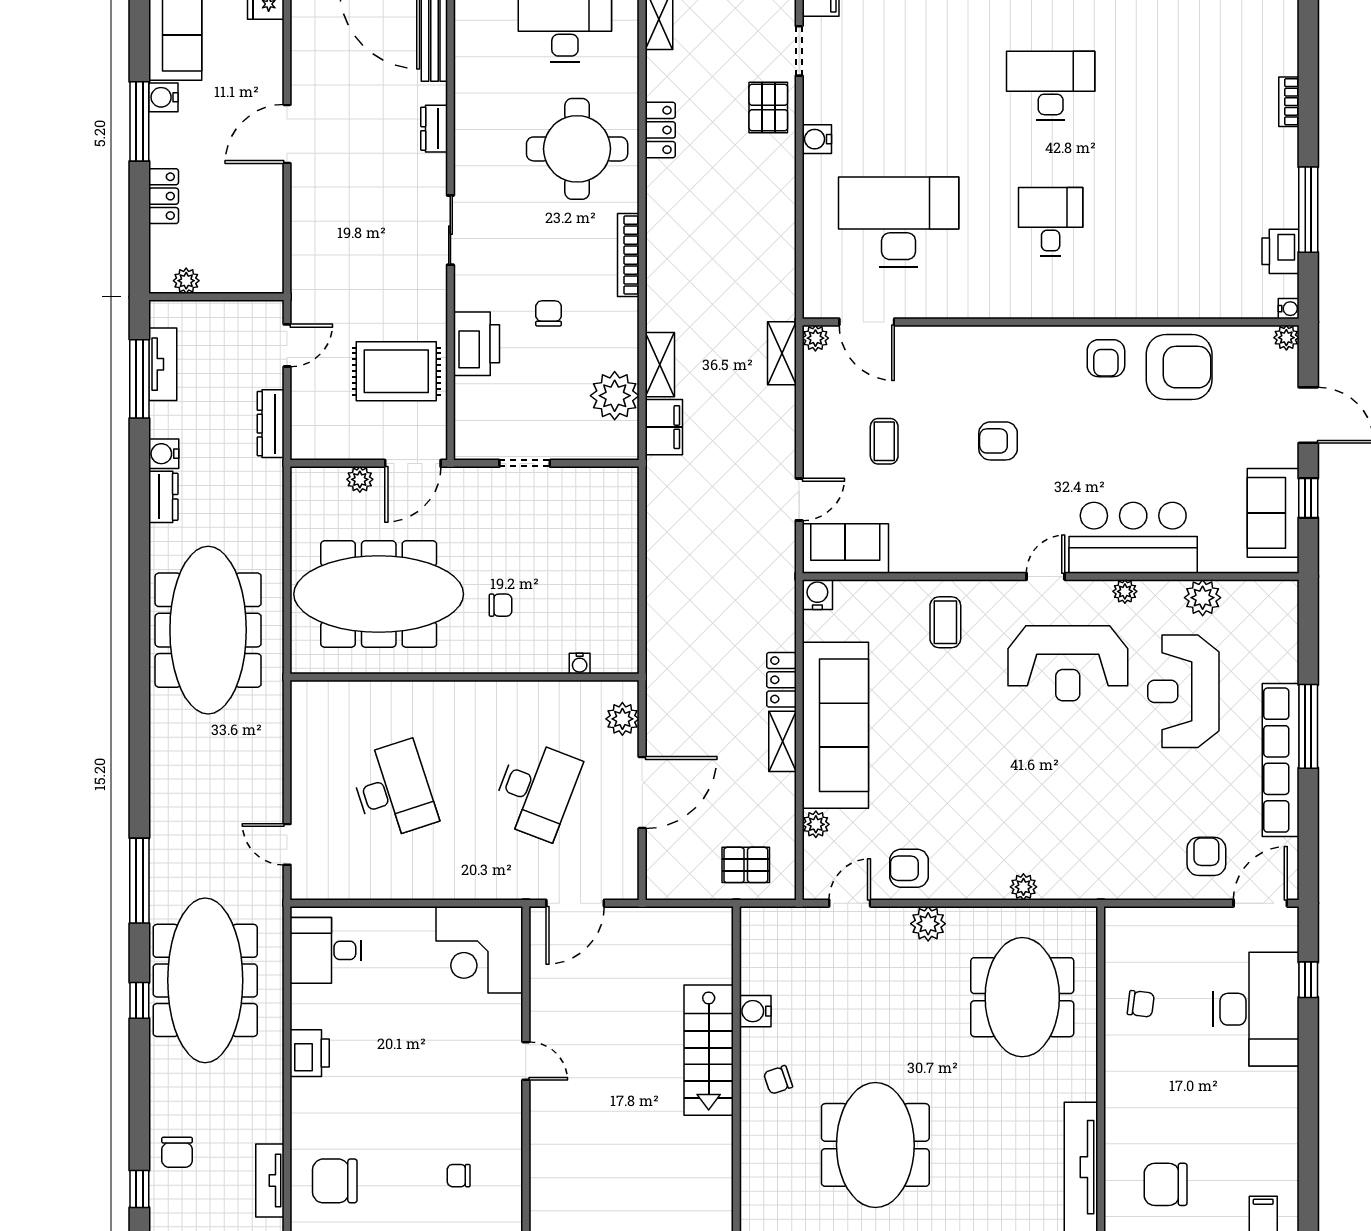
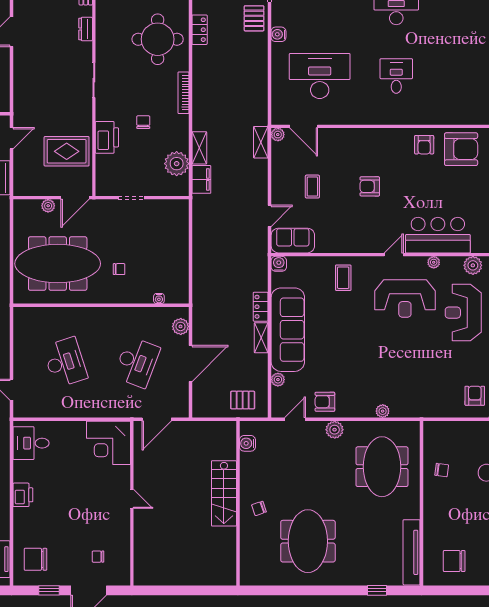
water cooler: (755, 1011) -> (247, 443), moved

